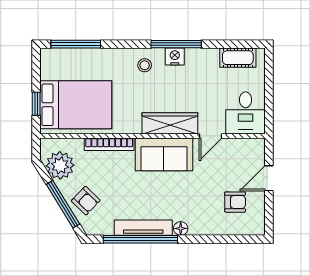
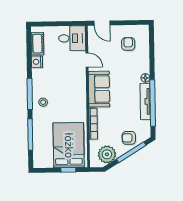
window: (76, 44) -> (30, 135), moved
window: (176, 44) -> (30, 94), moved
nightstand: (175, 57) -> (37, 62), moved
wardrobe: (170, 123) -> (79, 86), removed
door: (269, 178) -> (102, 23), moved
armchair: (86, 201) -> (129, 138), turned -134

